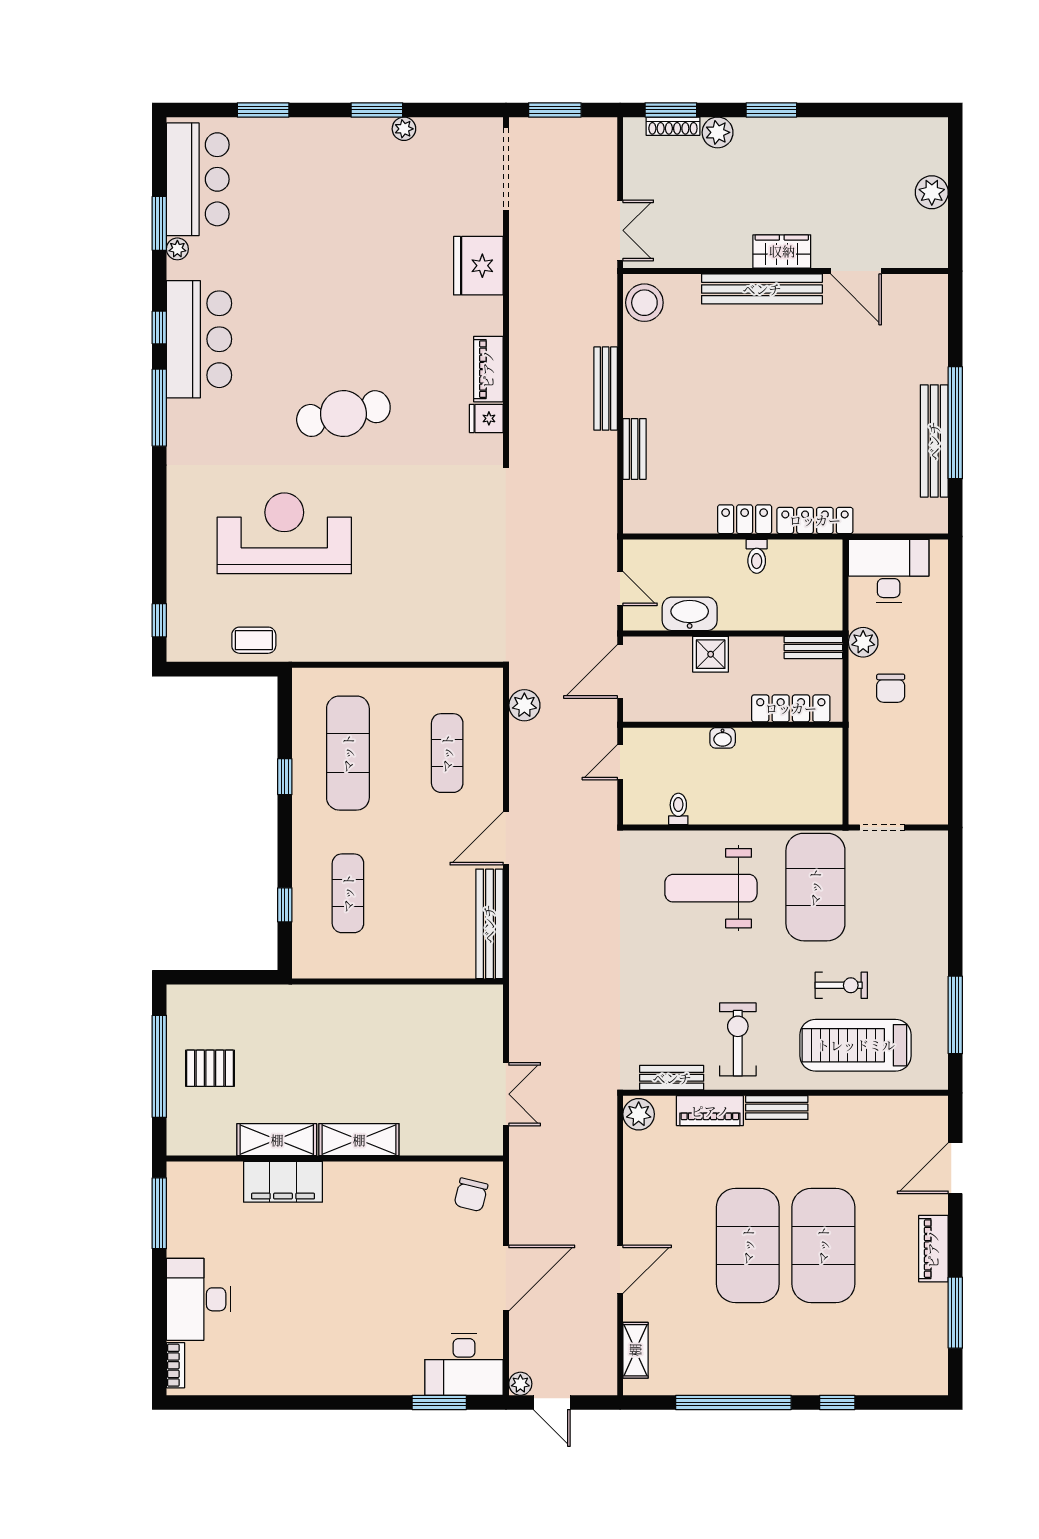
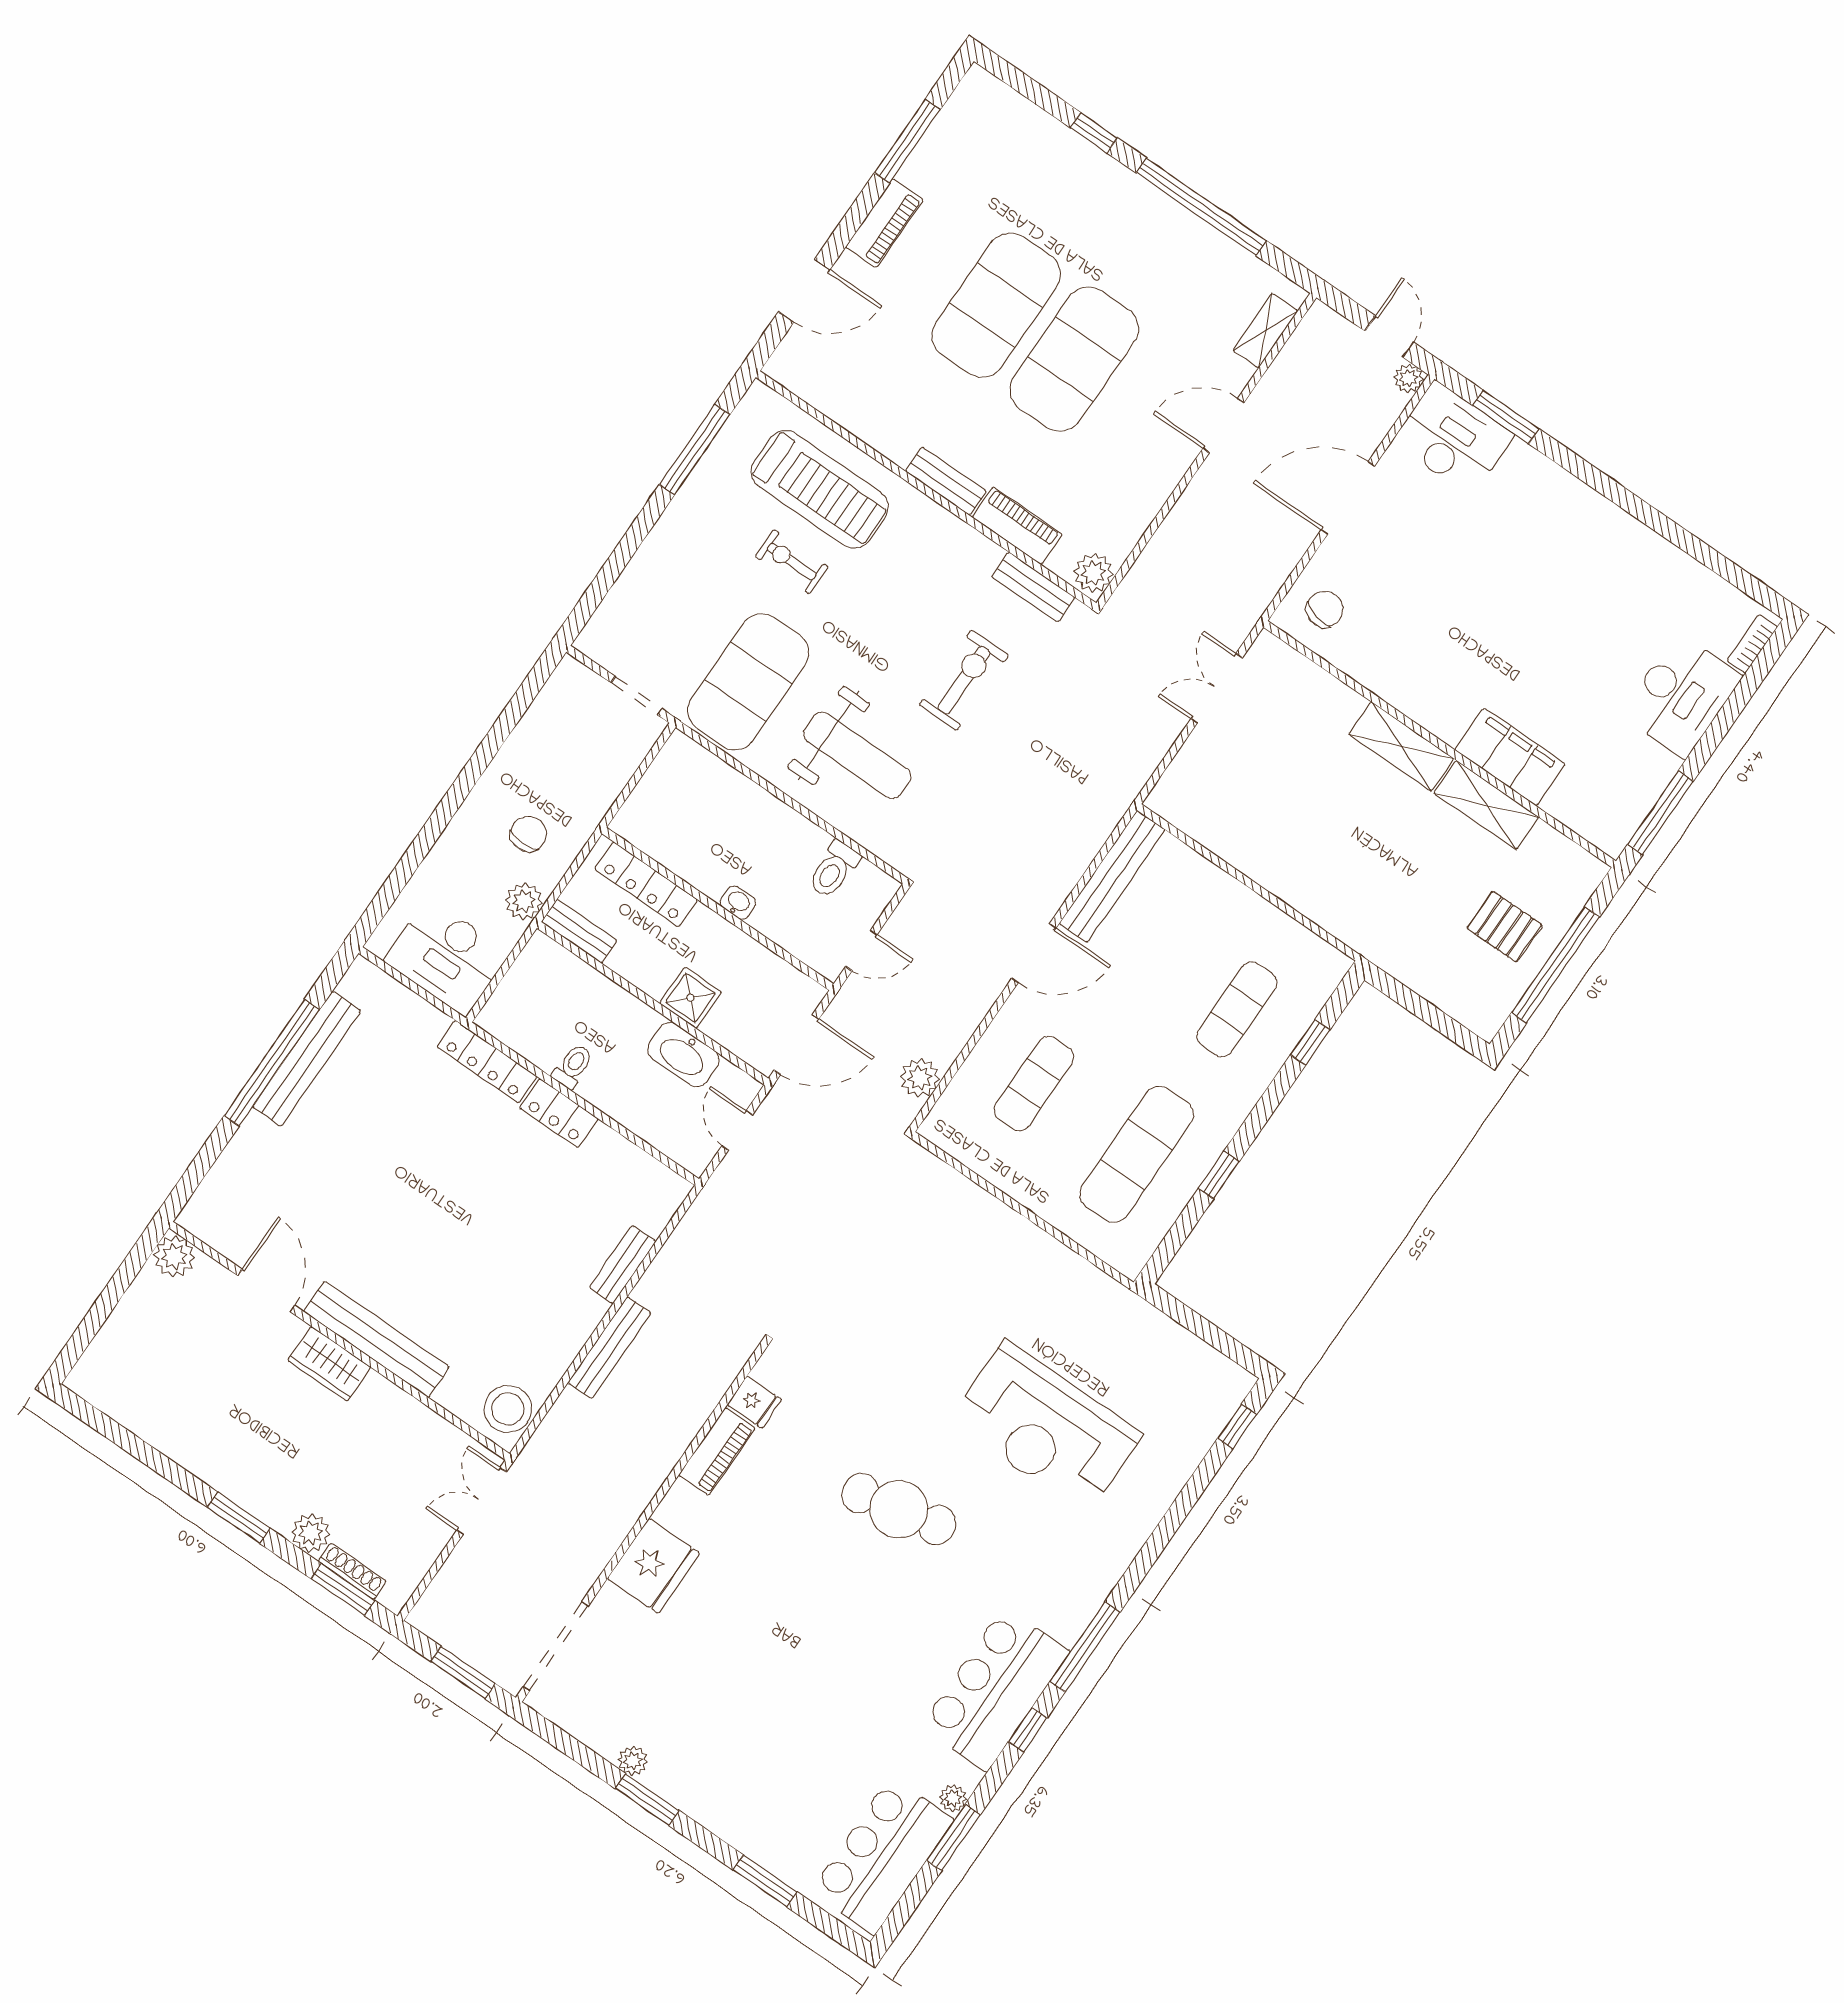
plant: (932, 192) -> (174, 1256), moved
coffee table: (254, 640) -> (1153, 1338), removed
toilet: (678, 809) -> (834, 869), width x1.37, depth x1.39
exercise bike: (738, 1039) -> (964, 680), moved, turned 180

